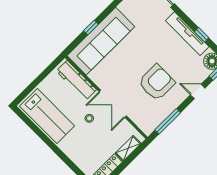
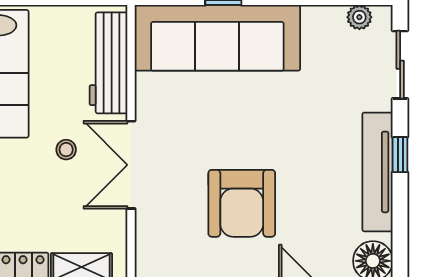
window: (202, 35) -> (400, 155), moved
armchair: (157, 83) -> (242, 203), turned 90

